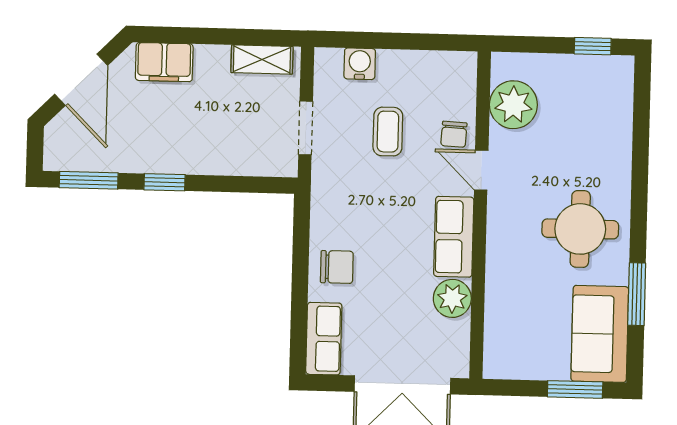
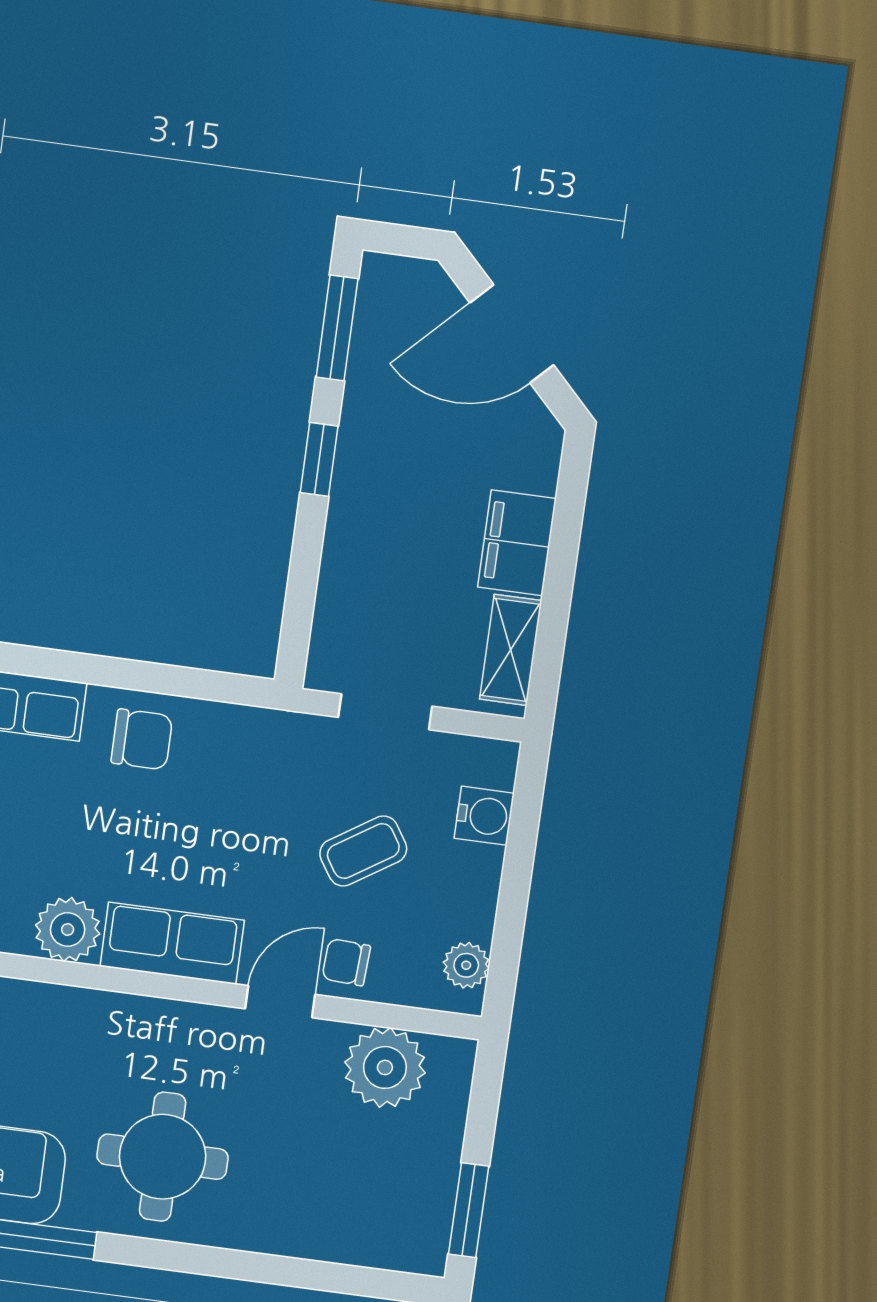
window: (593, 46) -> (469, 1210), width x1.50
filing cabinet: (164, 62) -> (517, 543), moved
plant: (448, 64) -> (466, 965), added
coffee table: (388, 132) -> (363, 851), turned -33
chair: (337, 267) -> (142, 739), turned -90

